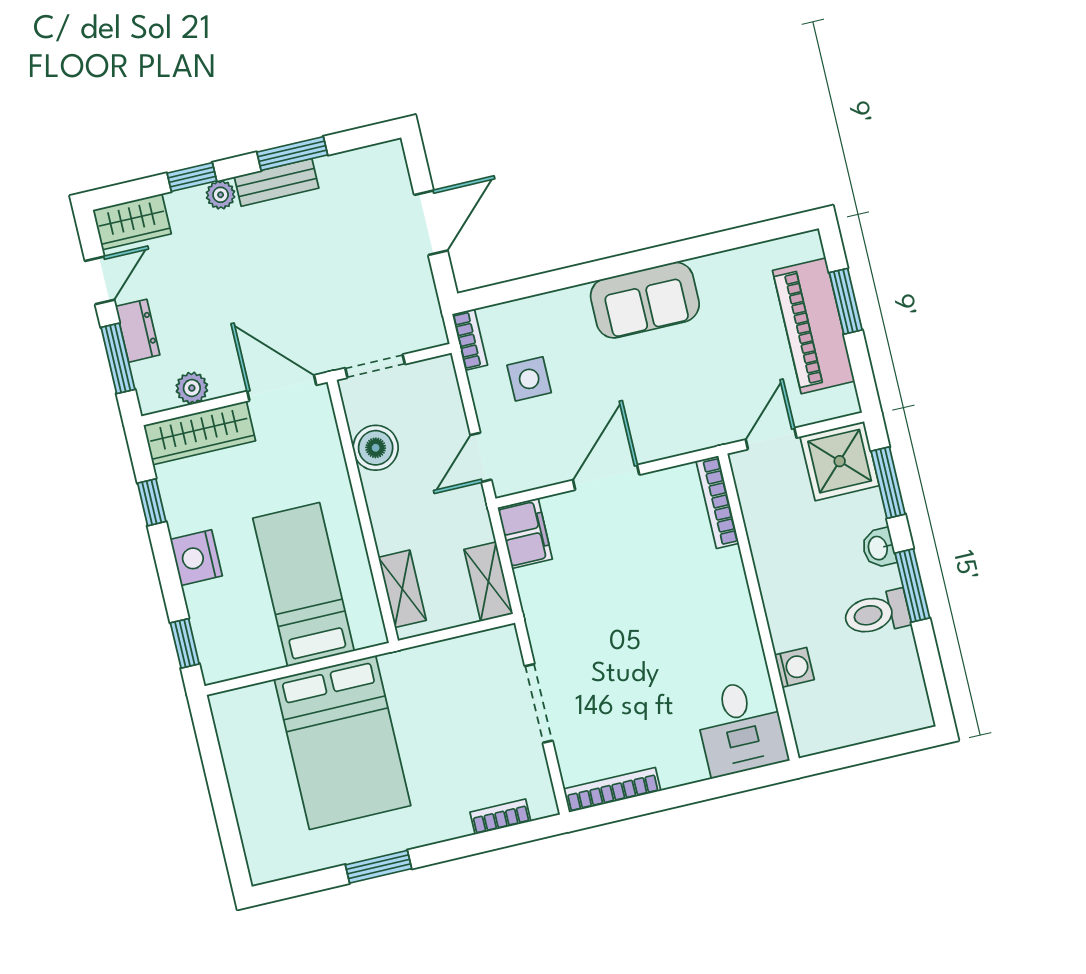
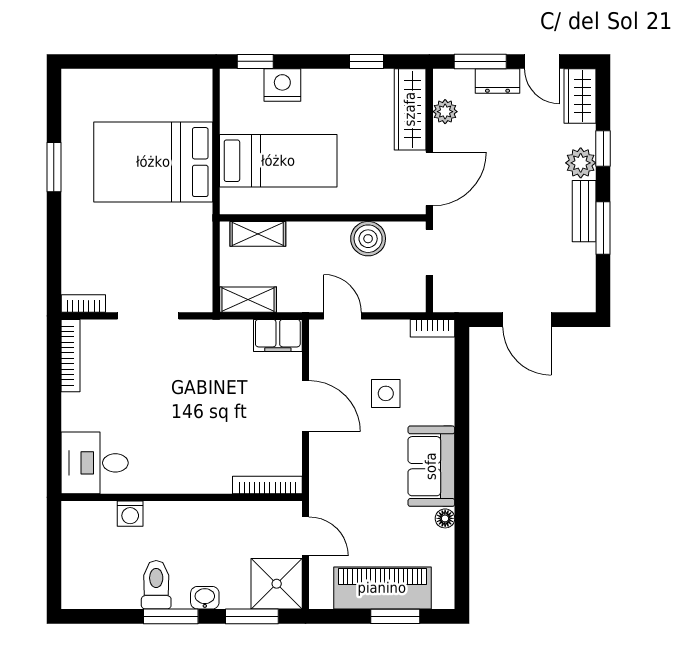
plant: (221, 195) -> (581, 163), width x1.38, depth x1.38
floor lamp: (707, 267) -> (445, 518), added
side table: (529, 379) -> (386, 393), moved
nightstand: (196, 558) -> (282, 85), moved
bookcase: (500, 817) -> (83, 304), moved, turned -90

